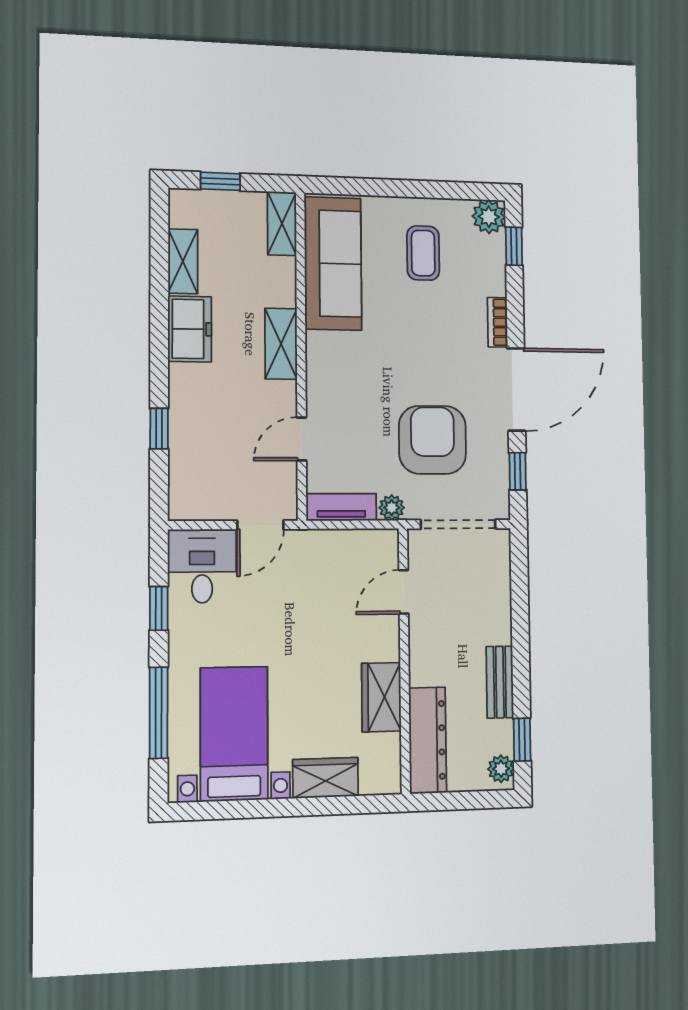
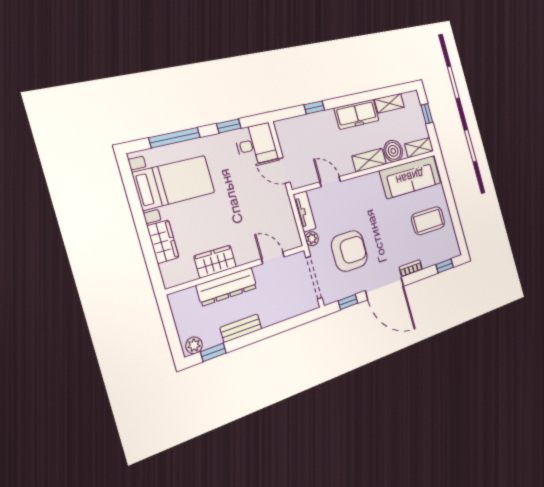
plant: (489, 217) -> (453, 249), removed
coffee table: (423, 253) -> (428, 221), width x1.36, depth x1.30
boiler: (276, 285) -> (393, 151), added
freezer: (190, 329) -> (357, 114), width x1.40
dresser: (428, 740) -> (227, 287), moved

